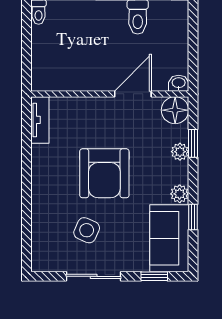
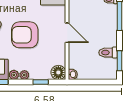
door: (133, 94) -> (67, 33), moved
plant: (180, 152) -> (24, 75), moved

